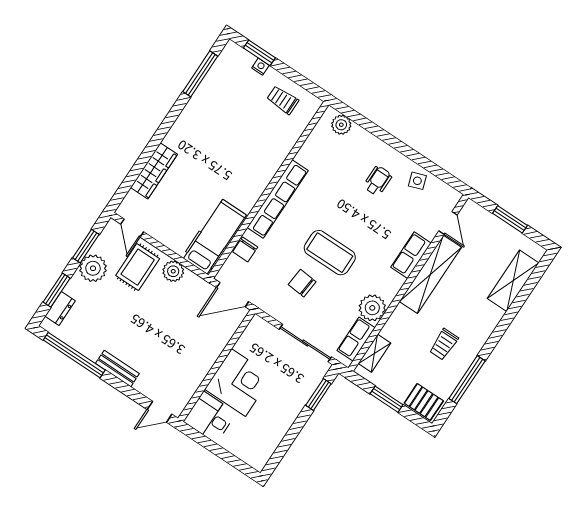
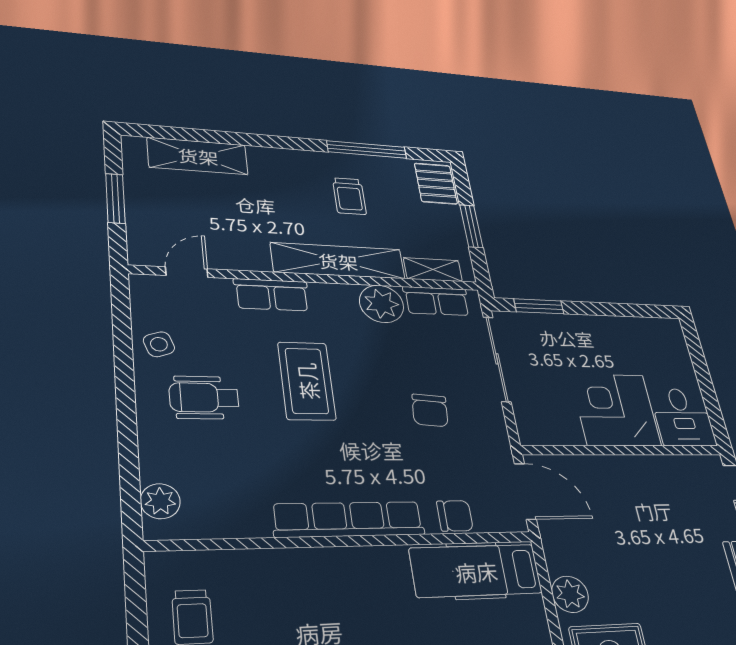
wheelchair: (378, 181) -> (204, 397), width x1.36, depth x1.37
coffee table: (330, 253) -> (307, 381), moved
shelving: (430, 274) -> (338, 261), moved
trolley: (444, 344) -> (349, 196), turned 90

